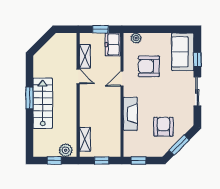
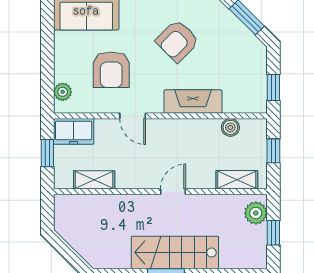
door: (78, 76) -> (173, 192), moved
armchair: (163, 127) -> (177, 41), moved, turned -45
boiler: (115, 135) -> (230, 127), added

